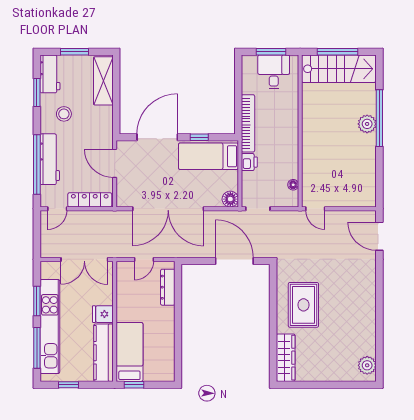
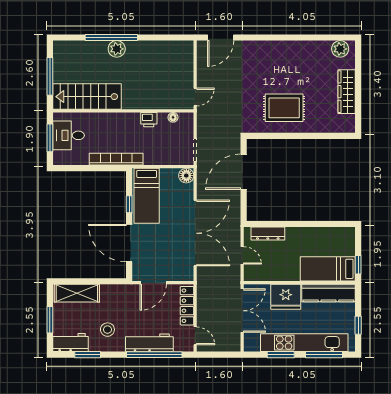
stairs: (339, 69) -> (87, 97), moved, turned -90
printer: (249, 162) -> (149, 120), moved, turned 180
fridge: (103, 314) -> (286, 297), width x1.88, depth x1.34
wardrobe: (286, 358) -> (347, 92), moved, turned -90

